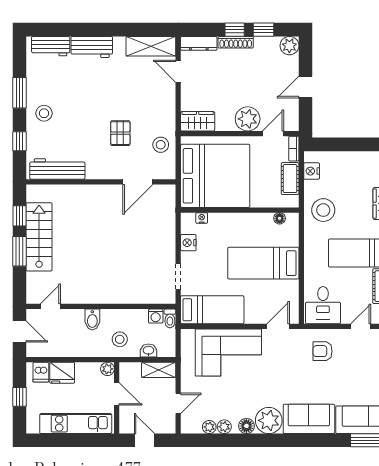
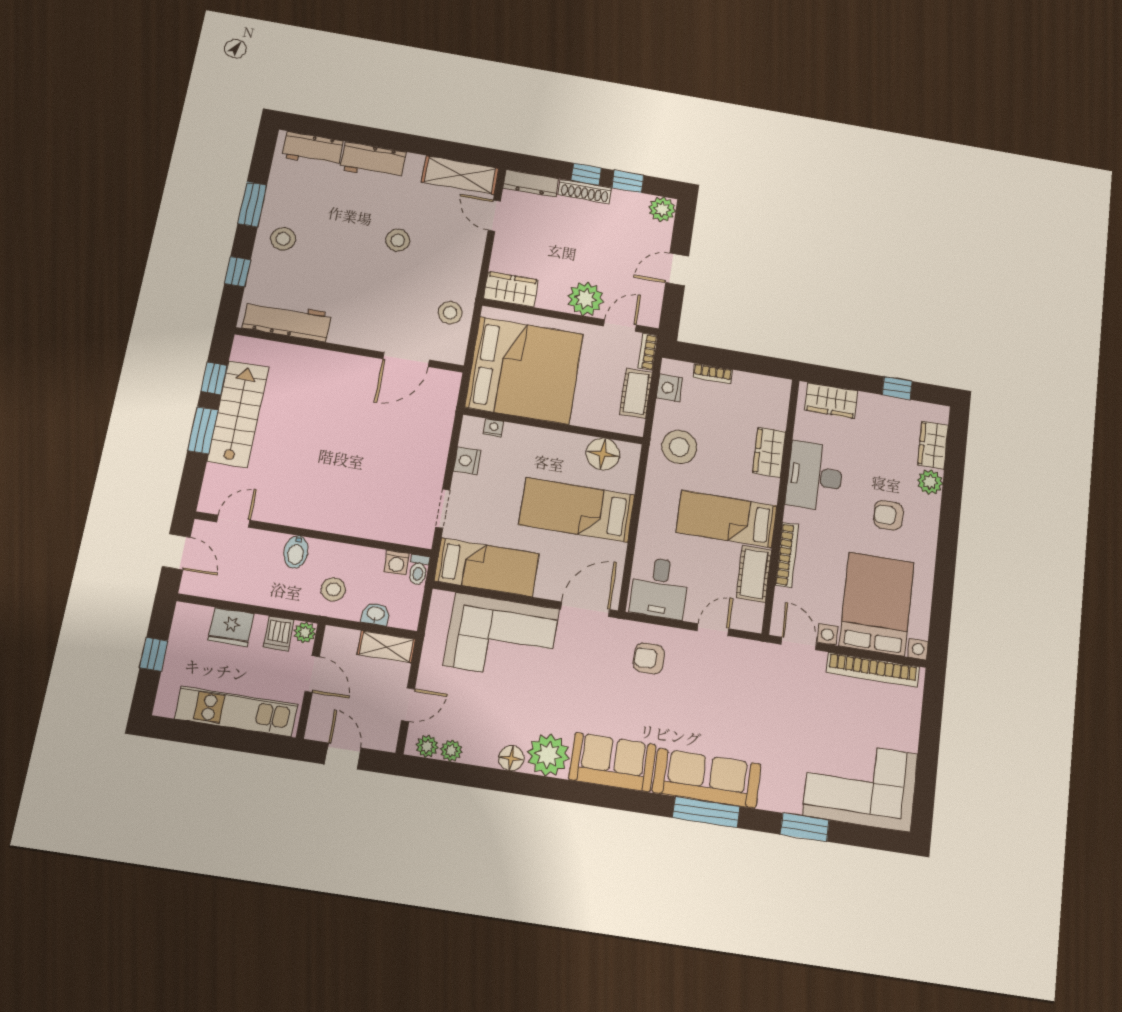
stool: (118, 100) -> (398, 240), added
pallet: (120, 133) -> (392, 286), removed
bookcase: (339, 156) -> (713, 374), added
floor lamp: (280, 218) -> (603, 454), width x1.89, depth x1.89
door: (278, 326) -> (585, 609), width x1.38
dishwasher: (41, 372) -> (279, 634), moved
plant: (224, 427) -> (427, 746), moved

